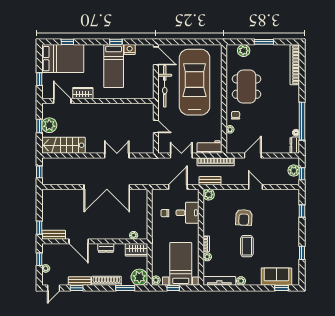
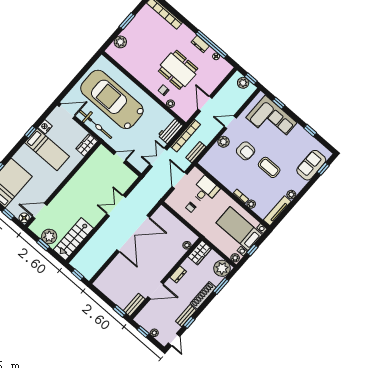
dining table: (246, 87) -> (178, 70), moved
wardrobe: (83, 93) -> (87, 145), moved
floor lamp: (47, 94) -> (24, 218), added
dresser: (295, 145) -> (200, 44), moved
plant: (209, 195) -> (223, 142), moved
corner sofa: (284, 217) -> (271, 120), added

